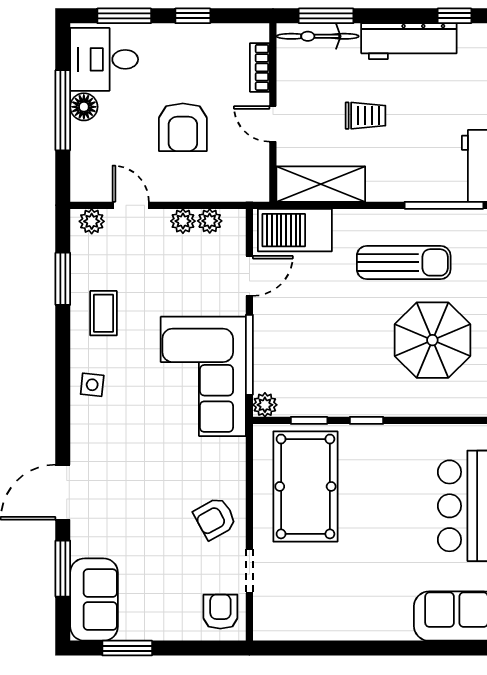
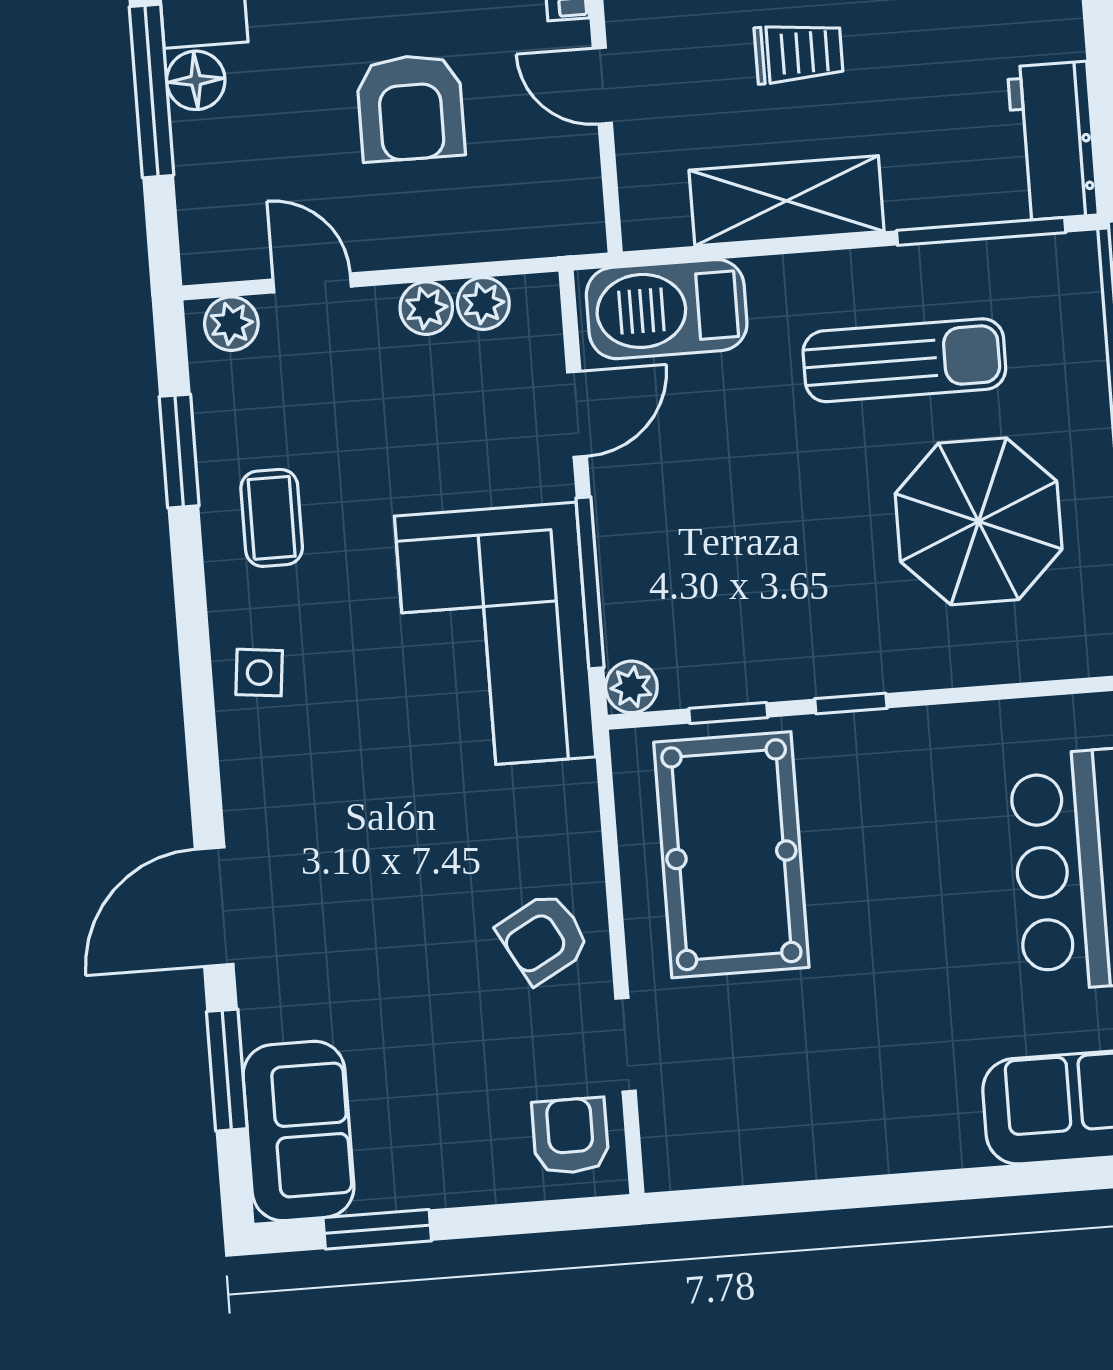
shelving: (321, 184) -> (787, 201), moved

